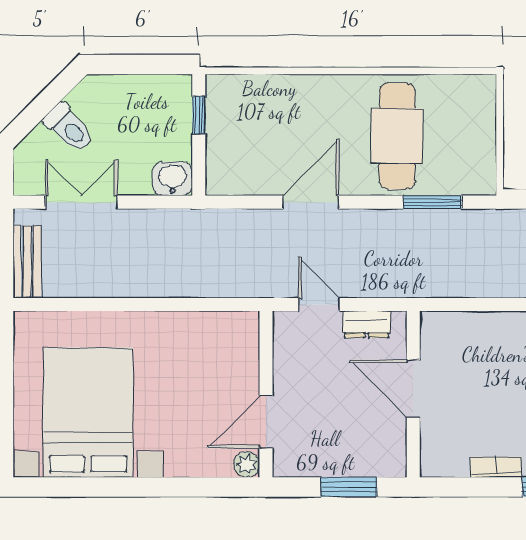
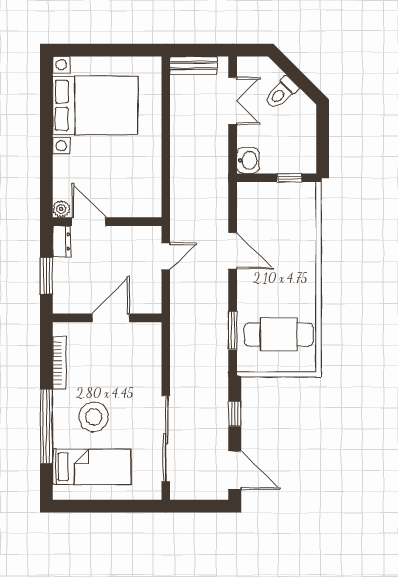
cafe table: (397, 136) -> (279, 334), moved
dresser: (367, 324) -> (61, 241), moved, turned 180
bookcase: (496, 467) -> (59, 363), width x1.56

